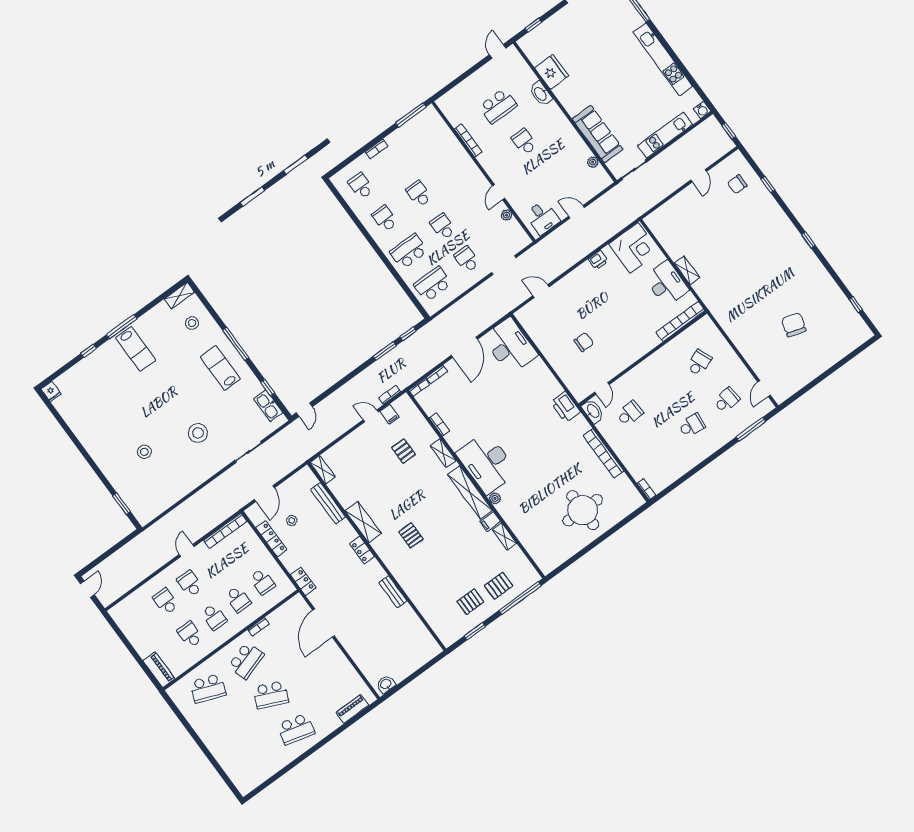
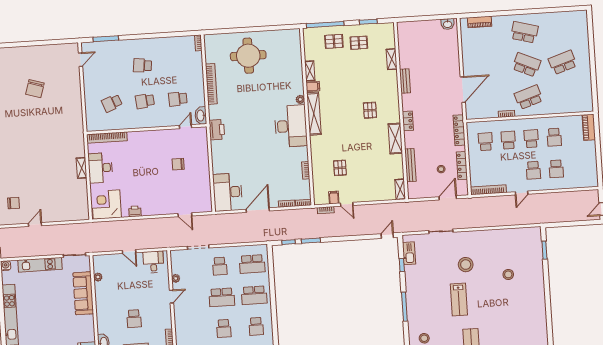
school desk: (443, 226) -> (222, 297), width x1.85
lab bench: (220, 368) -> (459, 300), moved
school desk: (727, 400) -> (145, 101), moved
shelving: (443, 453) -> (392, 59), moved
locker: (303, 581) -> (459, 130), width x1.53
school desk: (208, 688) -> (563, 62), moved, turned -39

